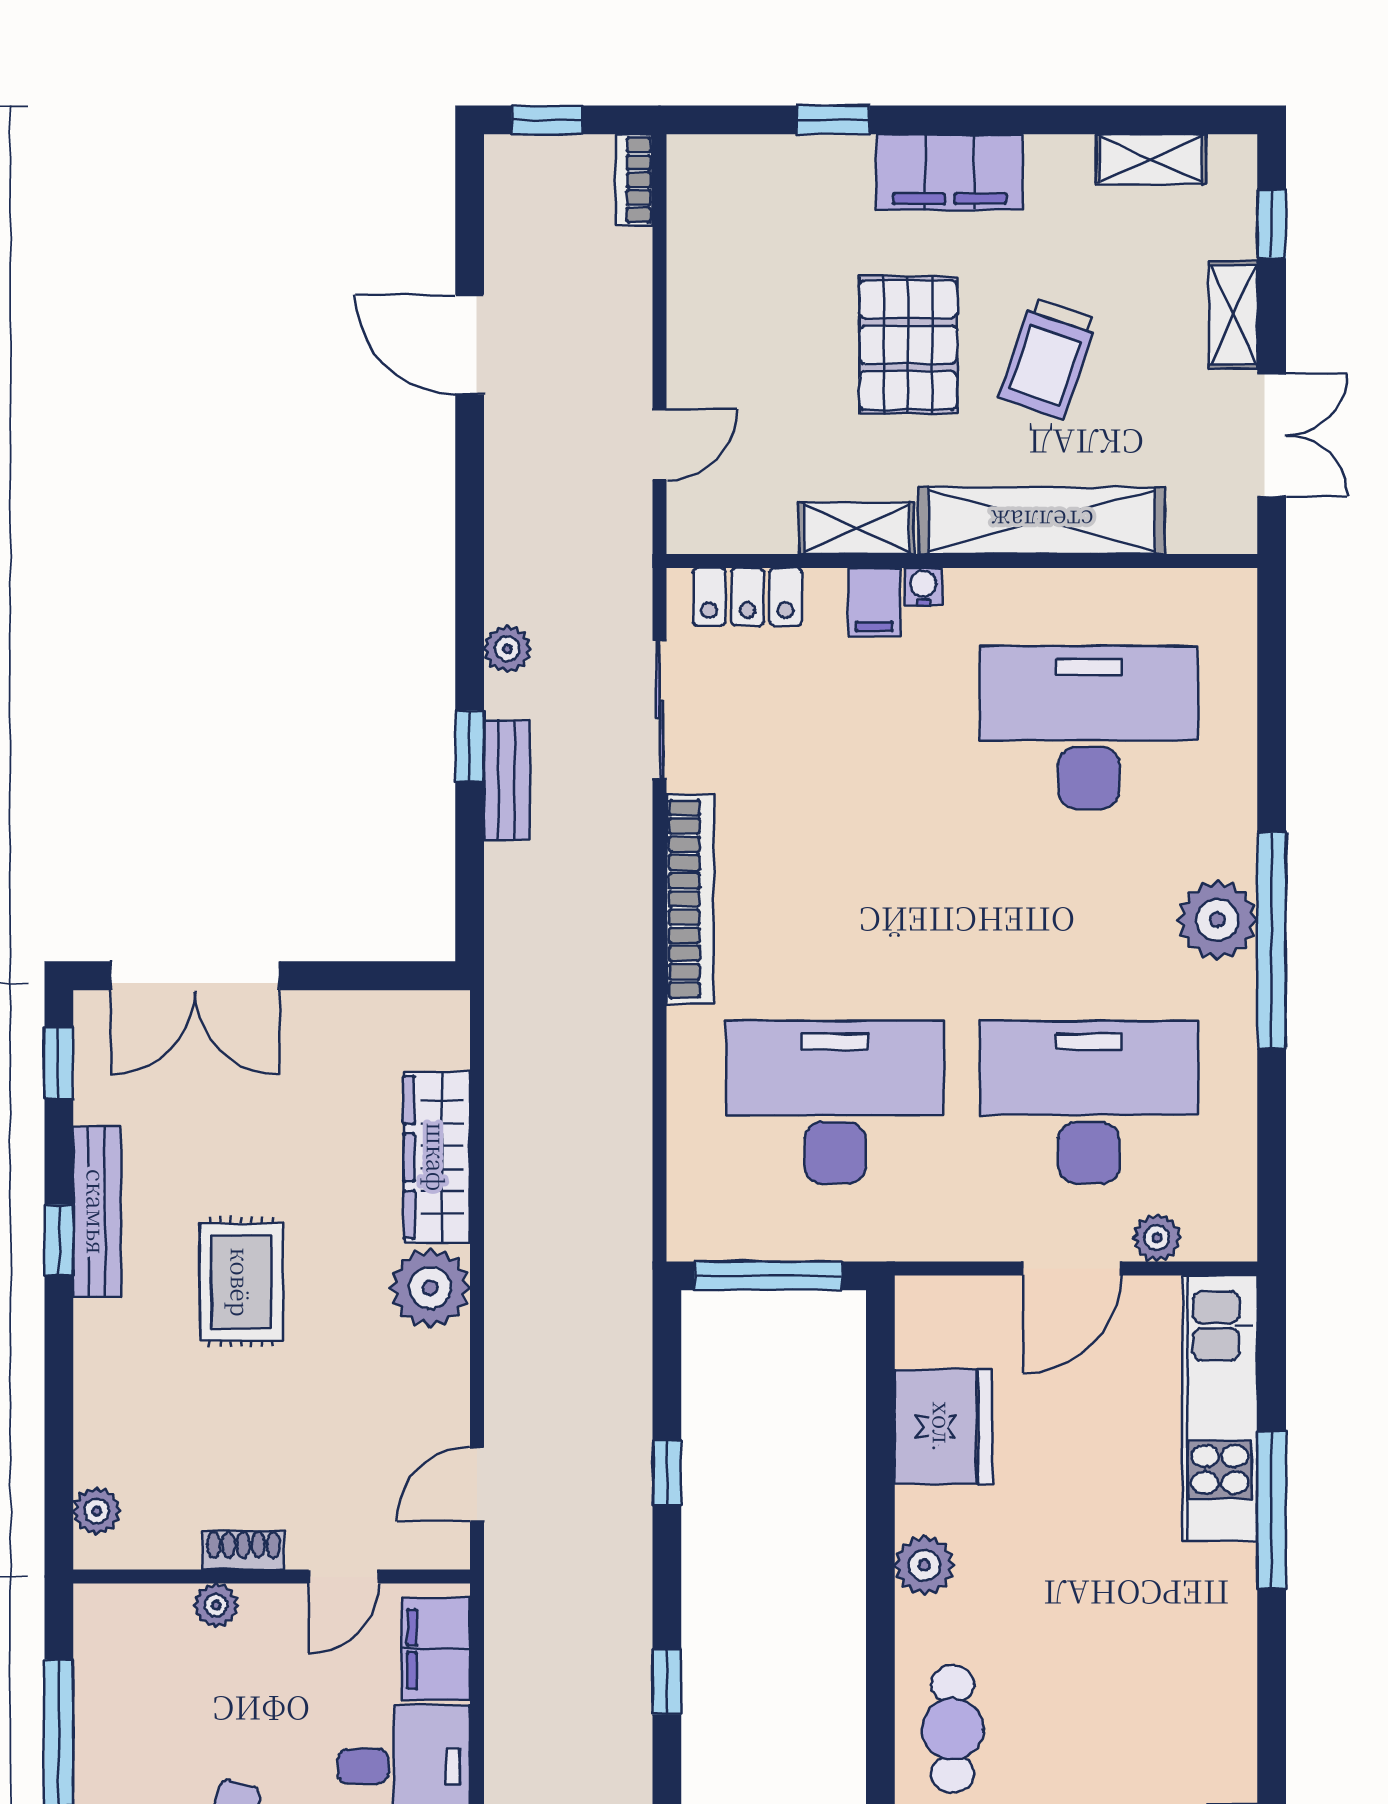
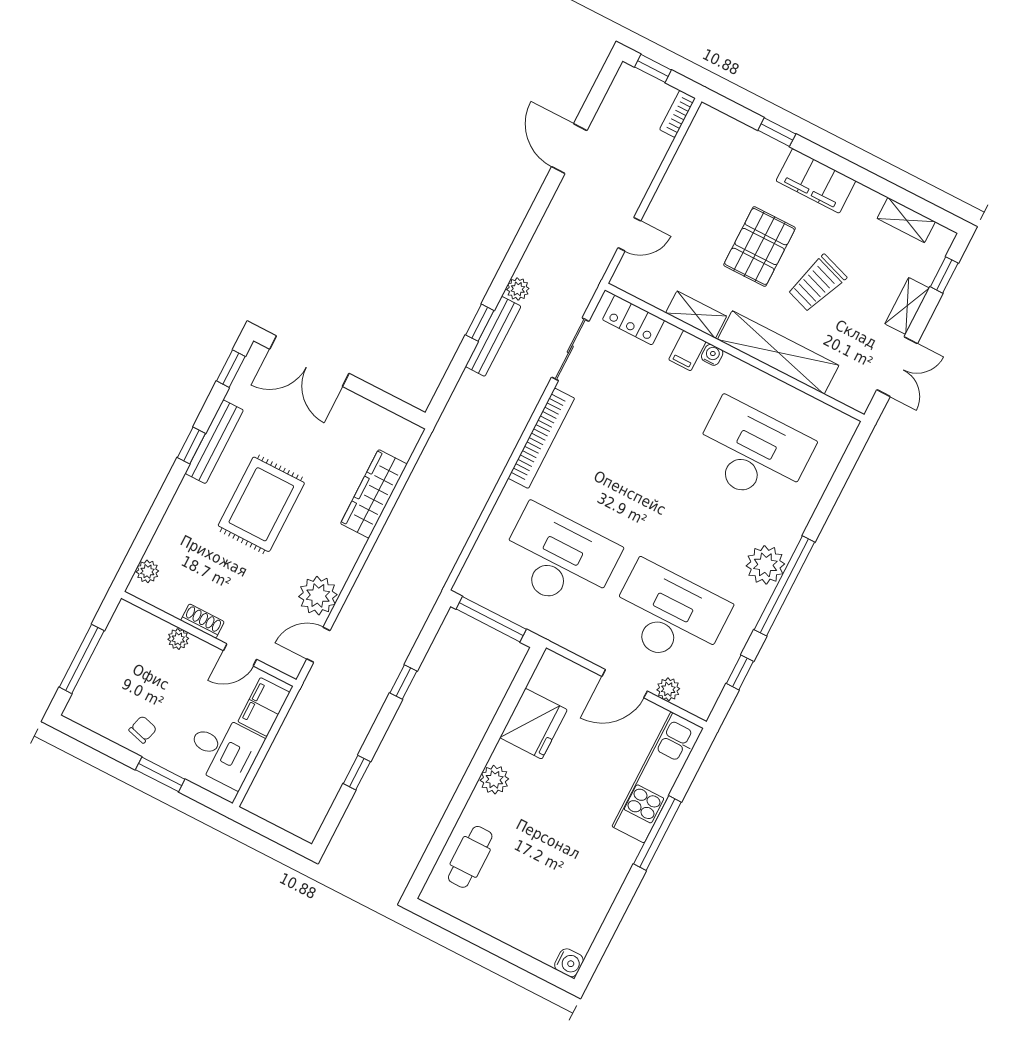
bench: (507, 780) -> (493, 336), width x1.36
window: (1272, 1140) -> (740, 672), added
rug: (241, 1282) -> (261, 504), width x1.36, depth x1.43
plant: (430, 1288) -> (318, 596), moved

